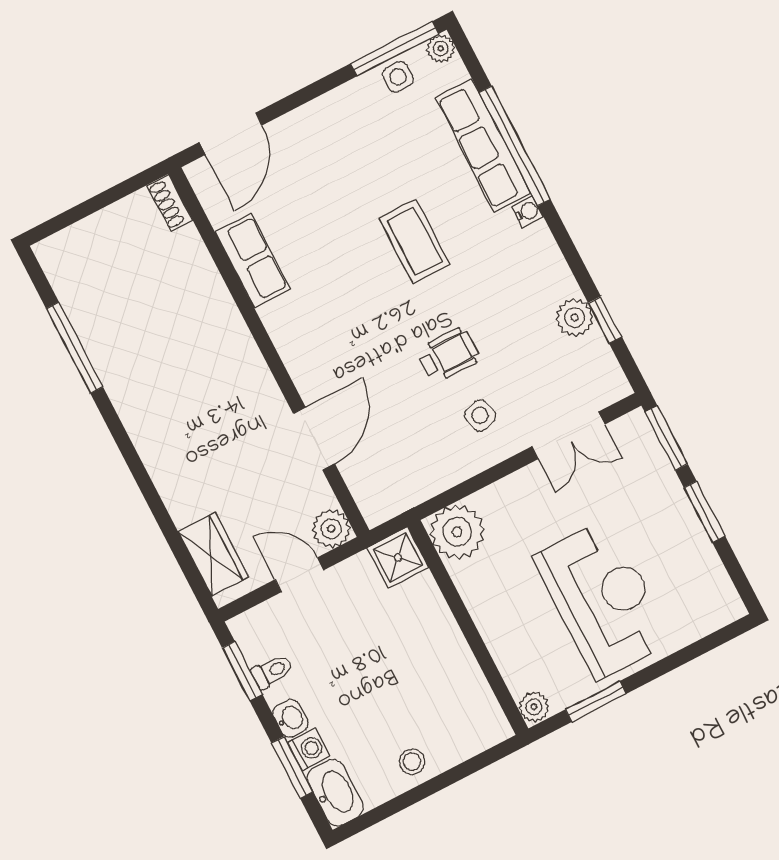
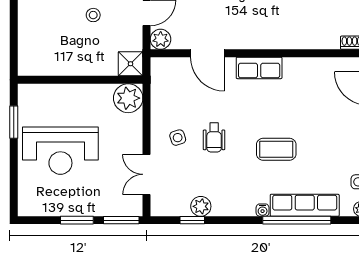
row of seats: (253, 260) -> (259, 68), moved
plant: (534, 707) -> (26, 92), removed
stool: (412, 762) -> (93, 15), moved

